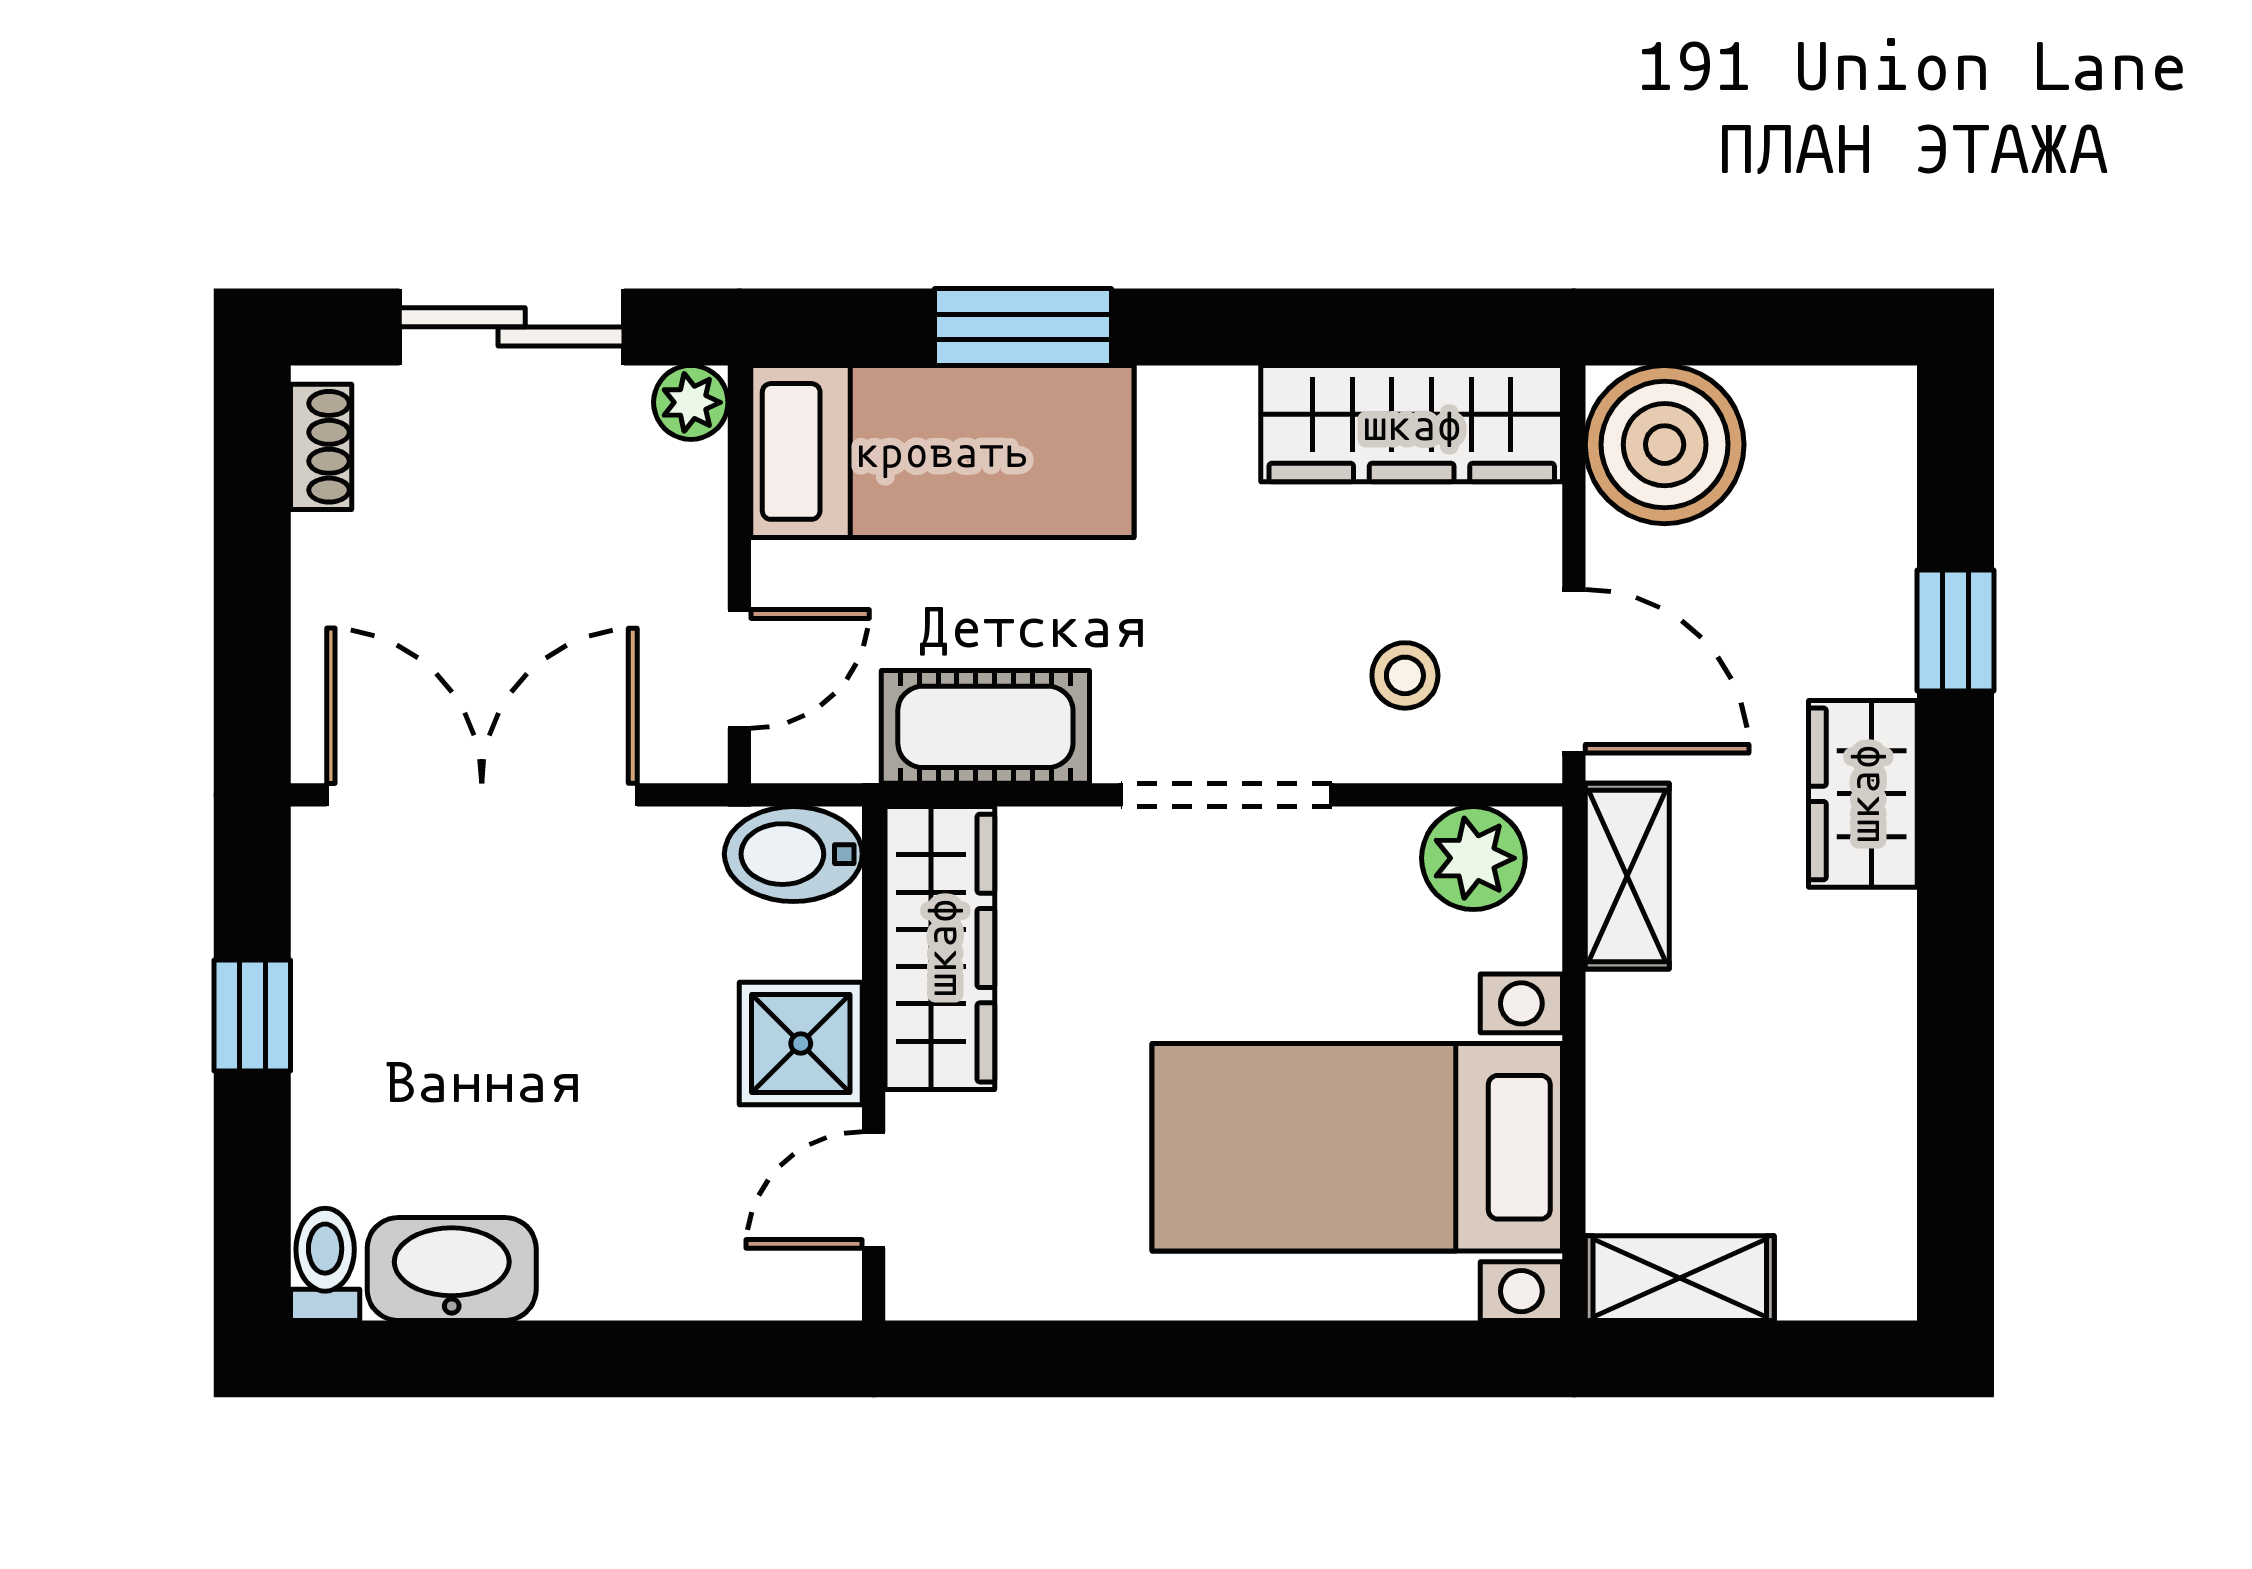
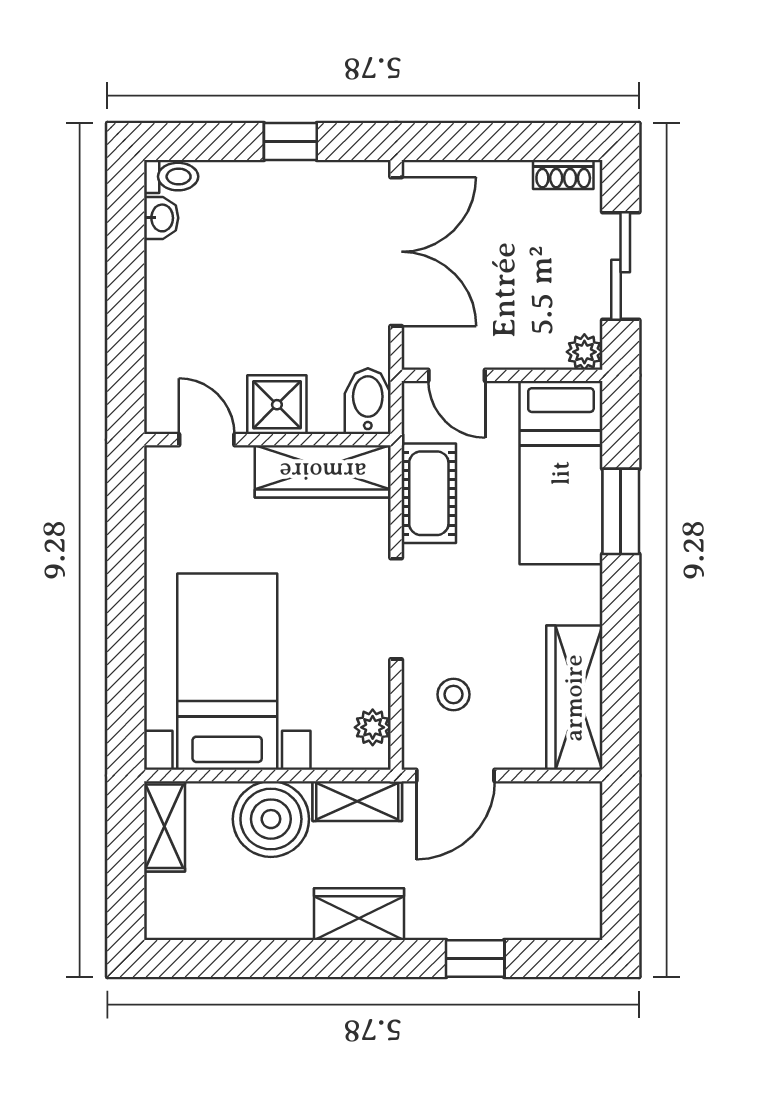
boiler: (1665, 445) -> (271, 819), moved
wardrobe: (1863, 794) -> (359, 914), moved
plant: (1473, 858) -> (373, 727), width x0.73, depth x0.73
washbasin: (452, 1269) -> (161, 218), width x0.52, depth x0.69

